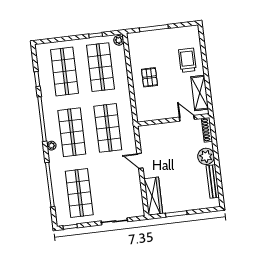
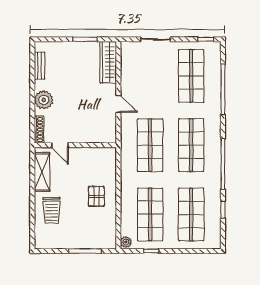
plant: (51, 146) -> (216, 133), removed
bench: (213, 181) -> (40, 66), width x0.73

